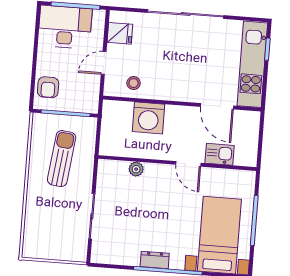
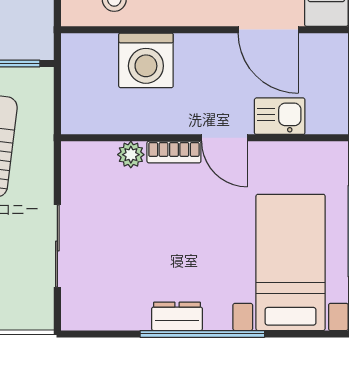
bookcase: (160, 170) -> (174, 152), added

